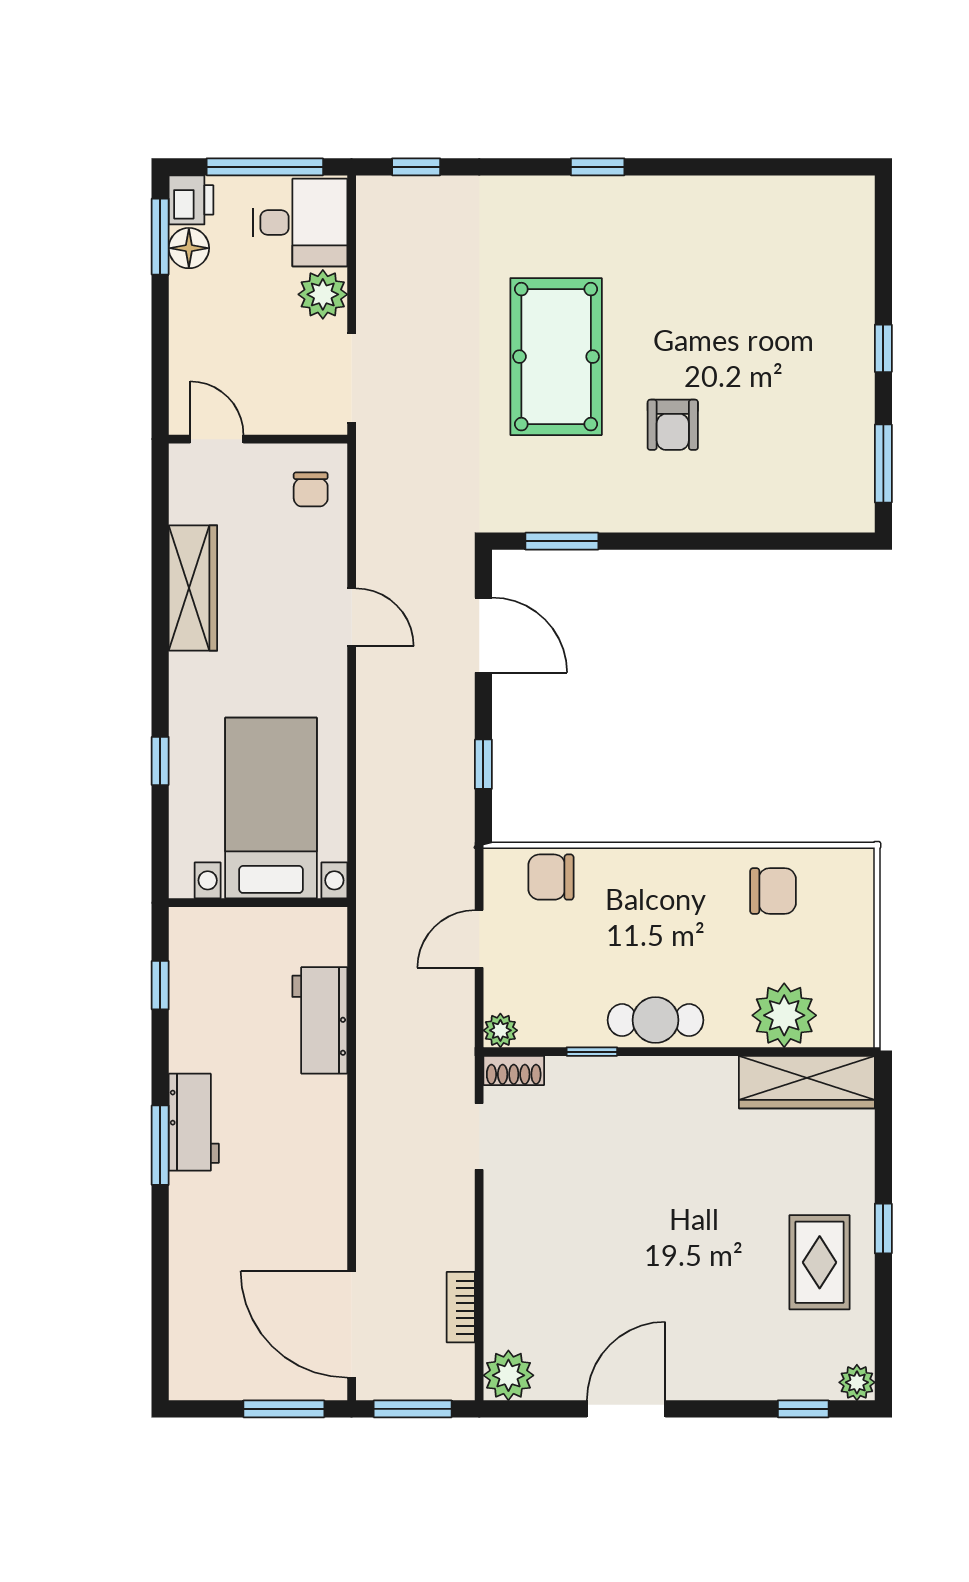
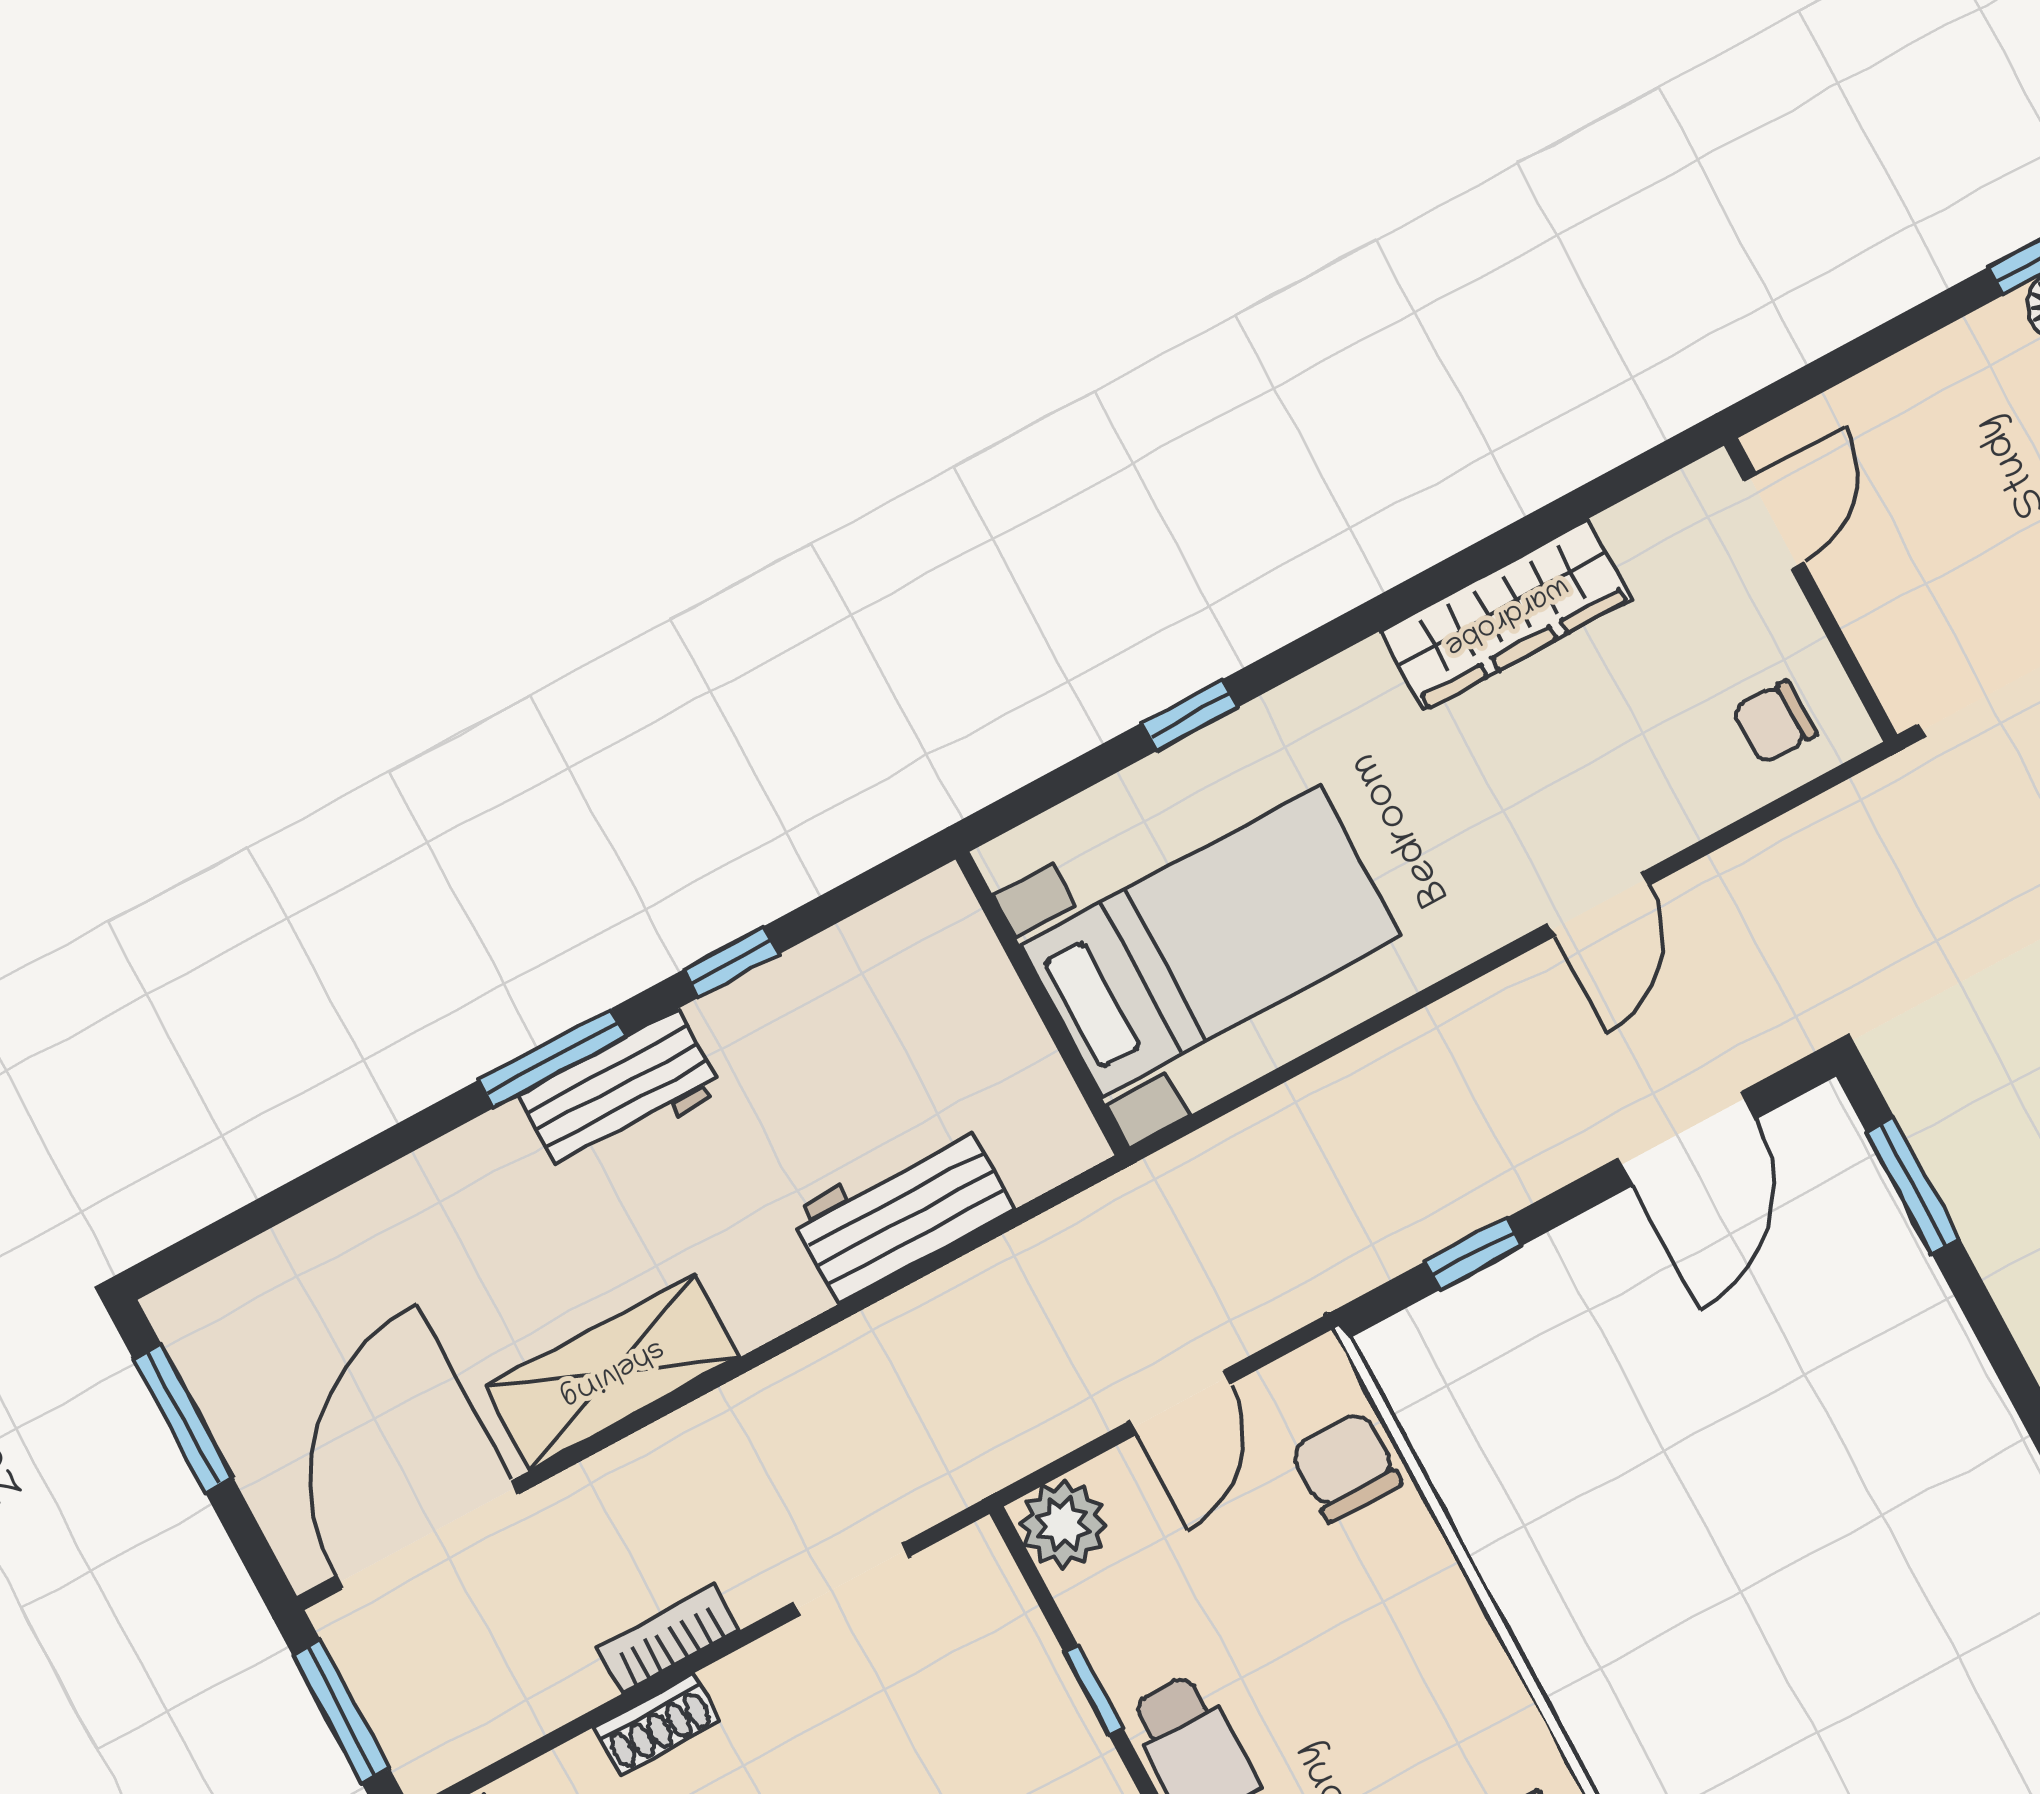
door: (479, 939) -> (1179, 1403), swing flipped
window: (160, 985) -> (731, 962), moved
plant: (500, 1030) -> (1063, 1524), width x1.38, depth x1.38
shoe rack: (514, 1070) -> (657, 1724), moved, turned -90
shelving: (322, 1196) -> (612, 1372), added
bookcase: (461, 1307) -> (668, 1639), moved
window: (284, 1409) -> (183, 1419), moved

